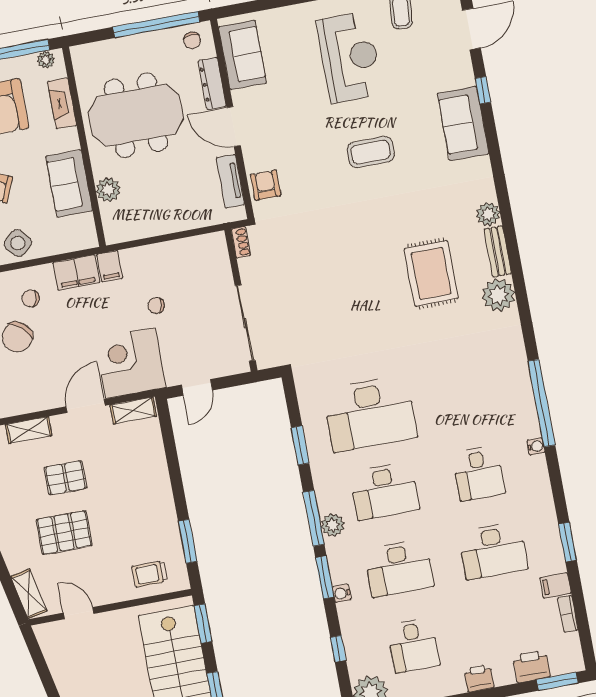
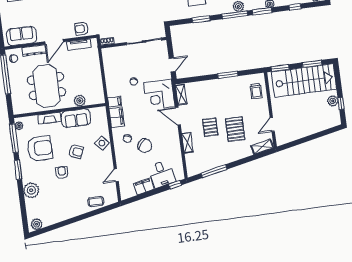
fireplace: (62, 103) -> (50, 118), moved
door: (197, 387) -> (172, 65), hinge flipped
window: (188, 541) -> (228, 75), moved

